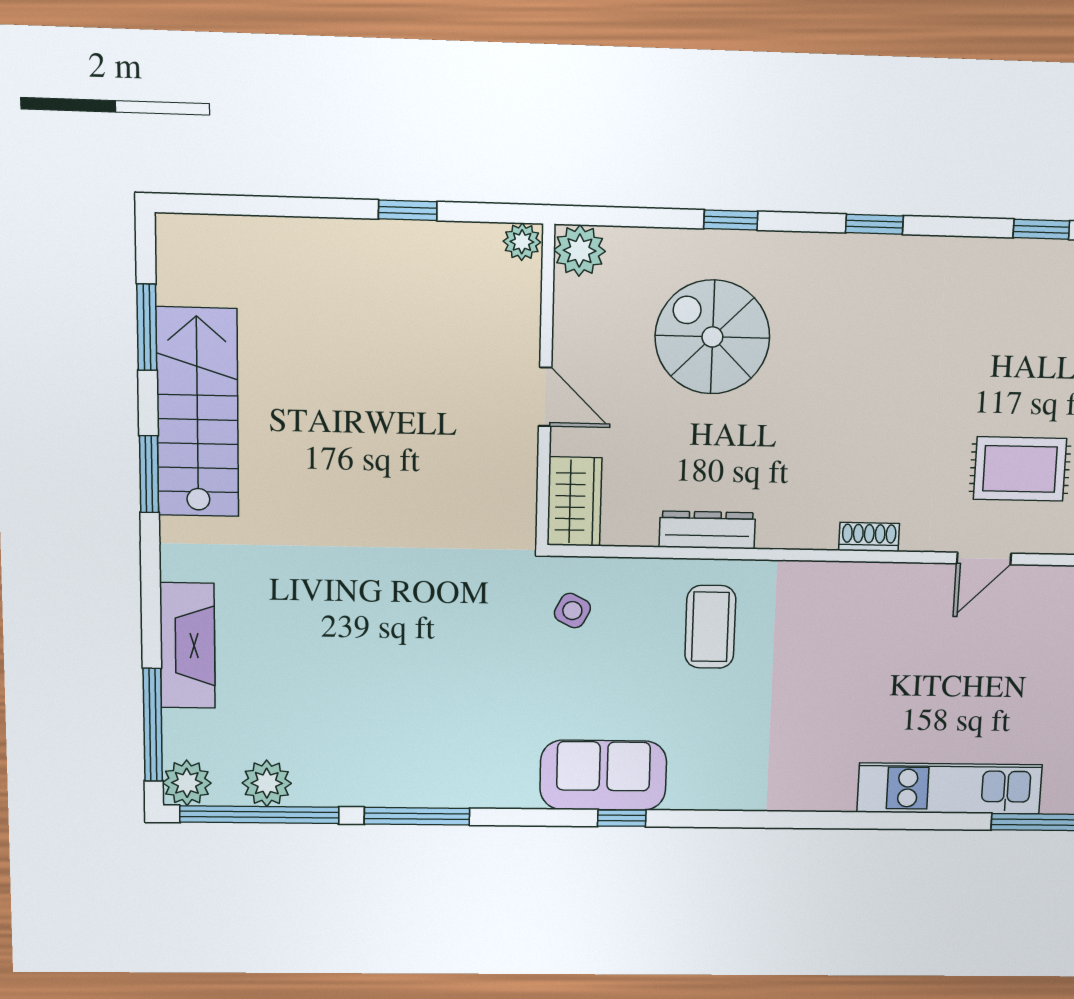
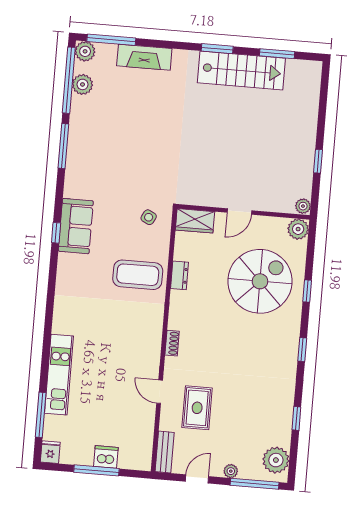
spiral stairs: (712, 337) -> (260, 281), width x1.37, depth x1.37
dresser: (707, 530) -> (179, 275), width x0.70
coffee table: (710, 627) -> (138, 275), width x1.36, depth x1.32

